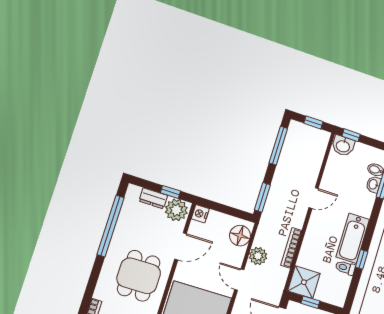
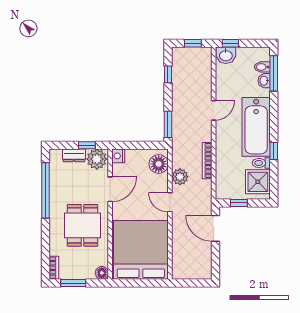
window: (278, 146) -> (168, 74), width x0.46
bathtub: (353, 238) -> (256, 127), width x1.36, depth x1.36
shower: (304, 282) -> (258, 182), moved

